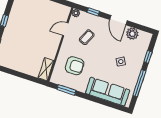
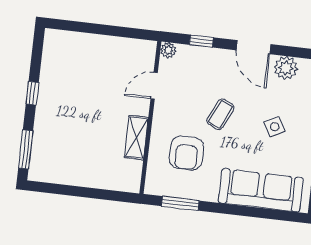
coffee table: (87, 37) -> (220, 114), moved
armchair: (75, 66) -> (187, 153), turned 90
shelving: (46, 69) -> (136, 138), moved

